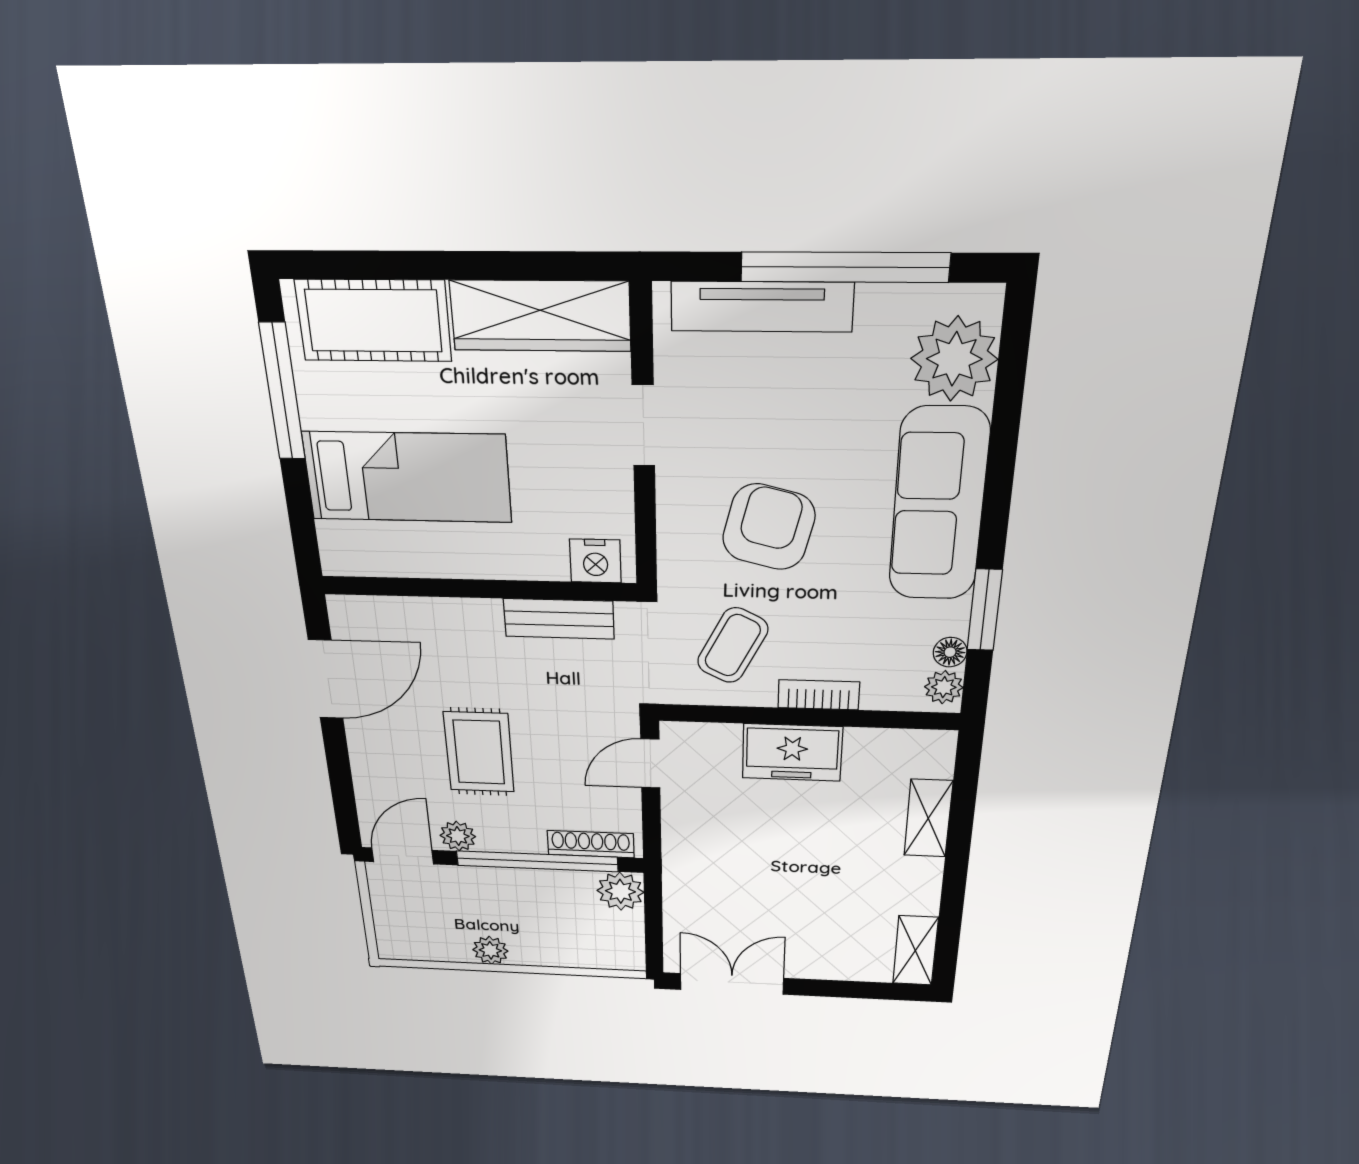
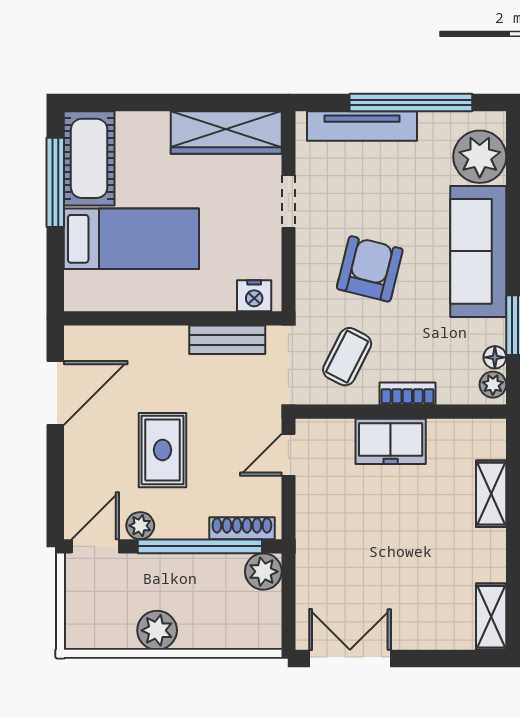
cot: (374, 321) -> (89, 158), moved, turned 90
plant: (490, 950) -> (157, 630), width x1.38, depth x1.38

